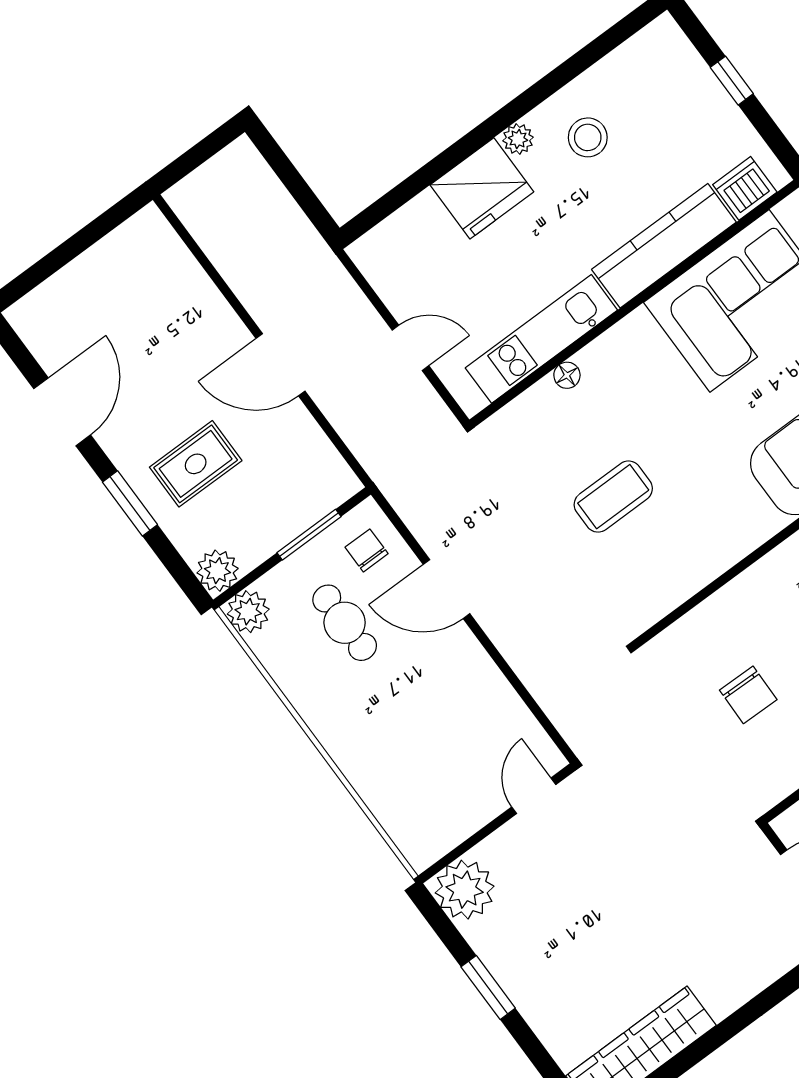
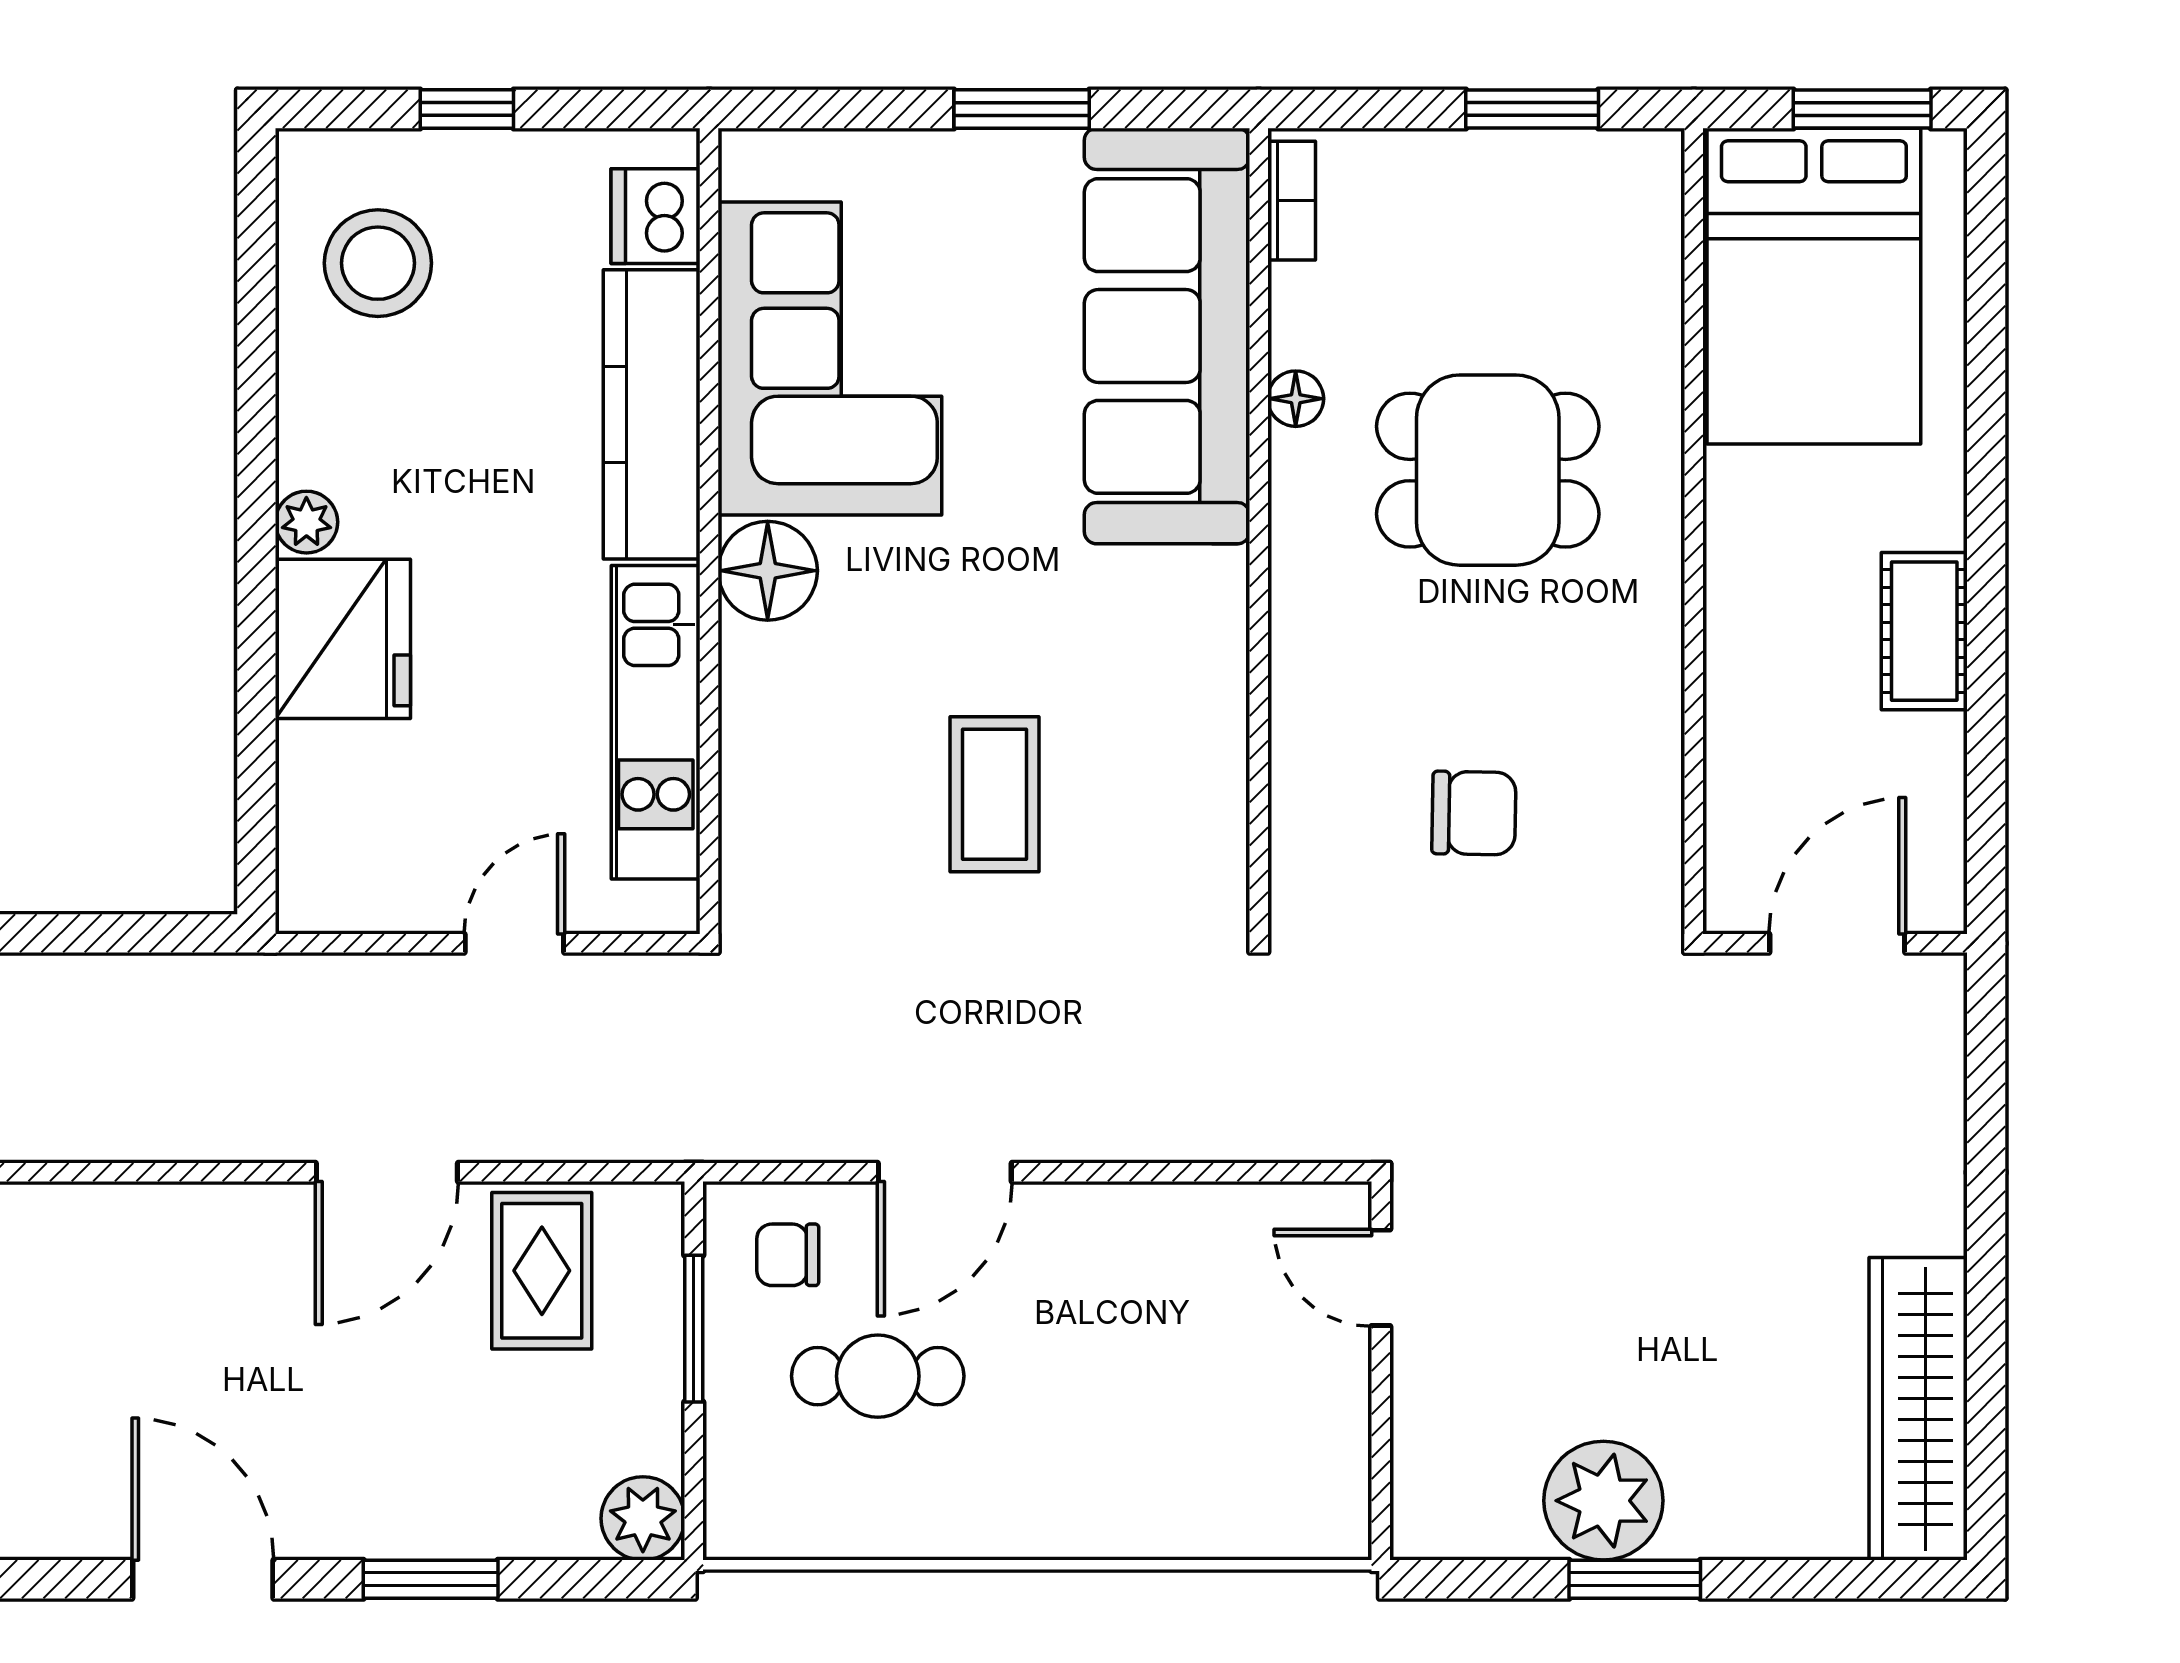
stool: (588, 137) -> (378, 263), moved, width x1.38, depth x1.38
floor lamp: (567, 375) -> (768, 571), moved, width x1.89, depth x1.89
rug: (196, 464) -> (542, 1271), moved
plant: (248, 612) -> (745, 1518), removed
plant: (465, 890) -> (1603, 1501), moved

